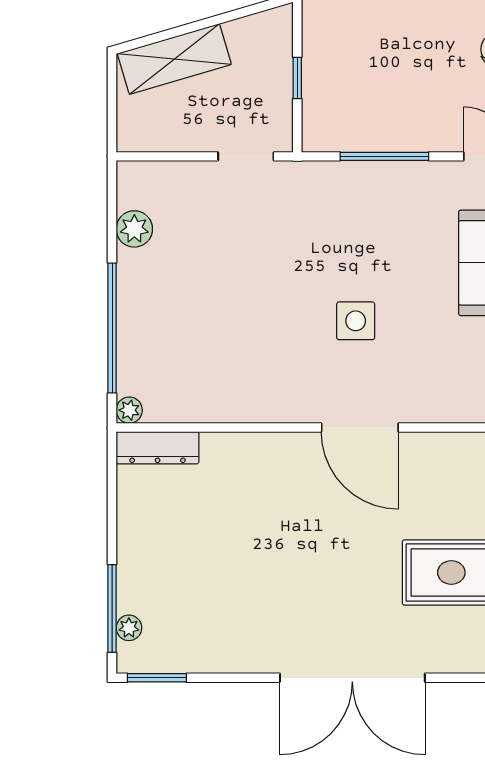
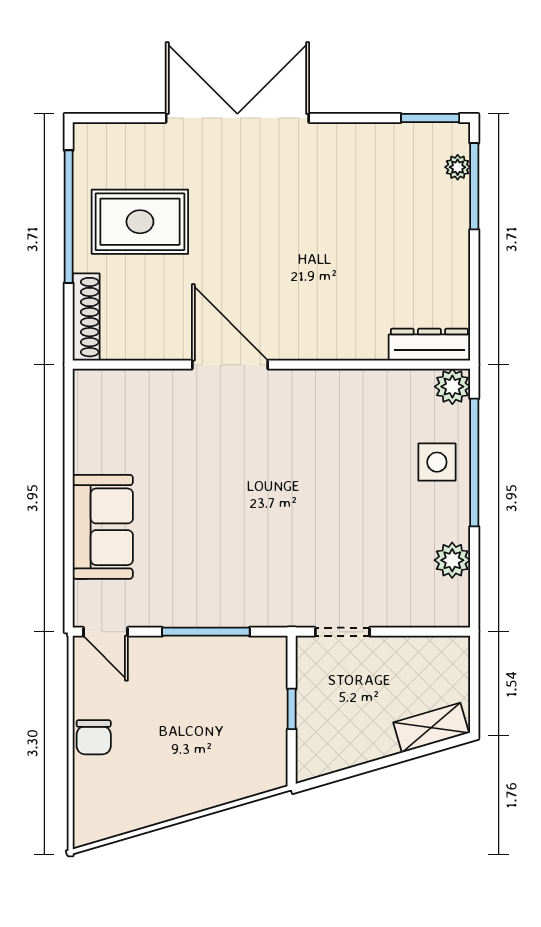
shelving: (174, 59) -> (431, 728), width x0.67, depth x0.75
side table: (356, 321) -> (437, 462), moved
plant: (129, 410) -> (452, 387), width x1.38, depth x1.38

